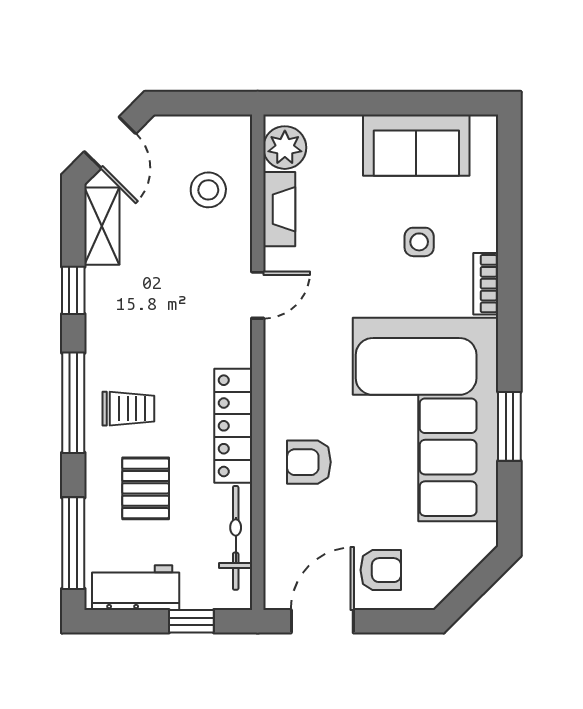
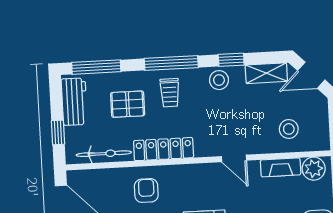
stool: (110, 315) -> (219, 80), added

